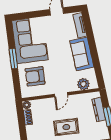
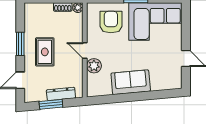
tv unit: (80, 25) -> (165, 84), removed
plant: (83, 84) -> (94, 66), moved

